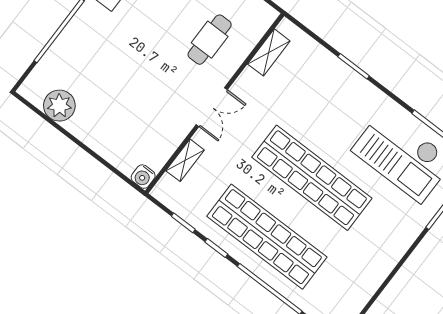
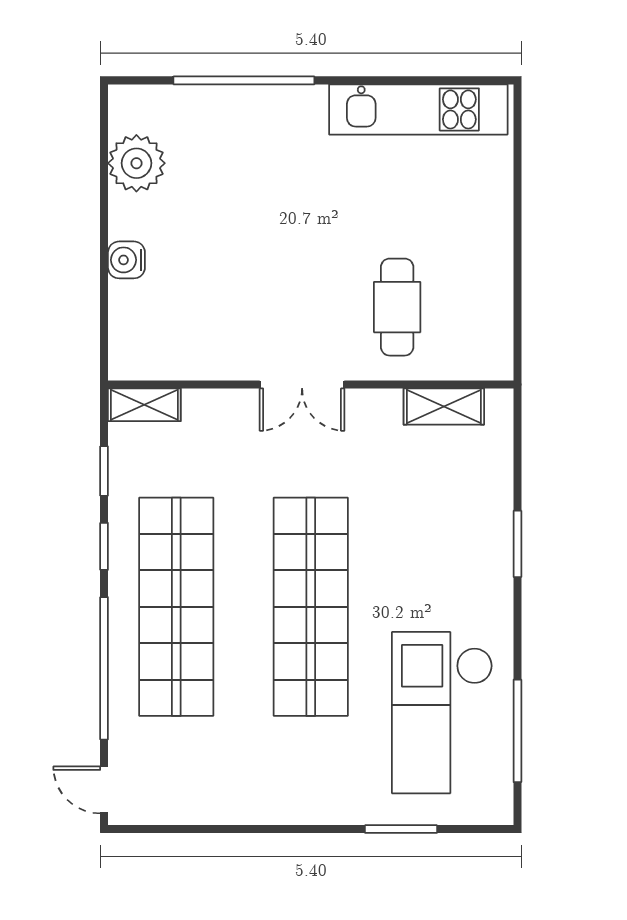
cafe table: (210, 40) -> (397, 307), turned 90
shelving: (185, 160) -> (144, 405), moved
water cooler: (143, 177) -> (126, 260), moved

